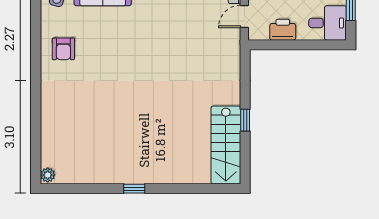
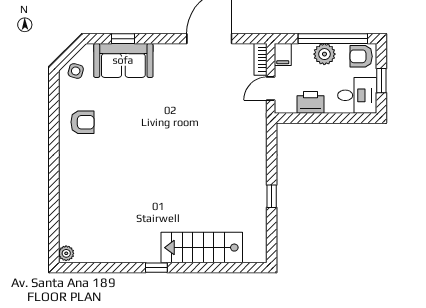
armchair: (63, 49) -> (82, 122), turned -90
stairs: (226, 145) -> (202, 248), moved, turned 90

